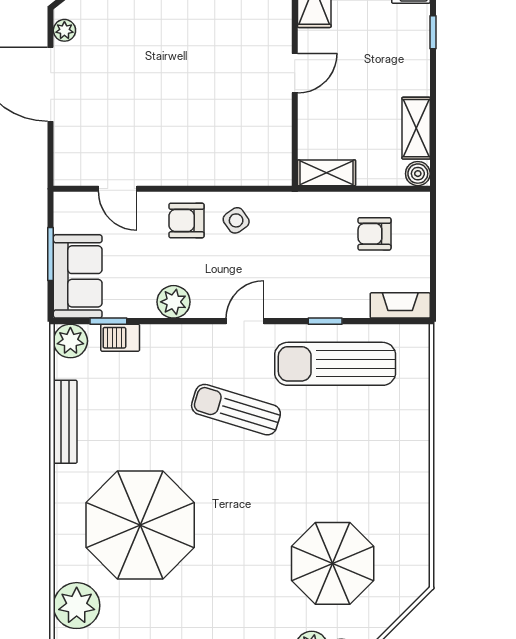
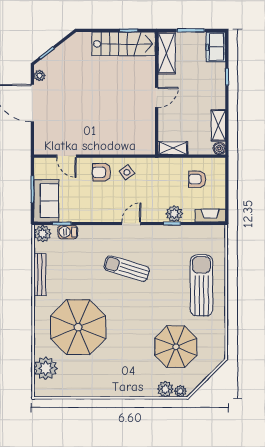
plant: (174, 302) -> (174, 214), moved
sun lounger: (335, 364) -> (201, 285), moved, turned 90

